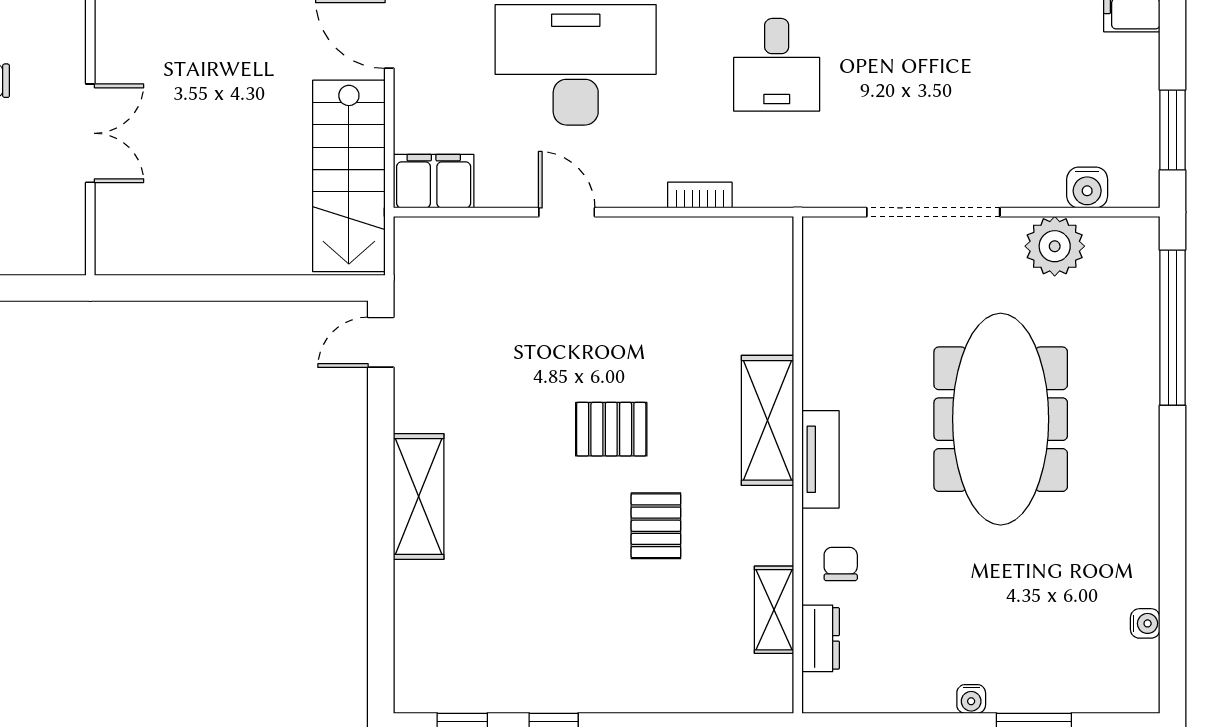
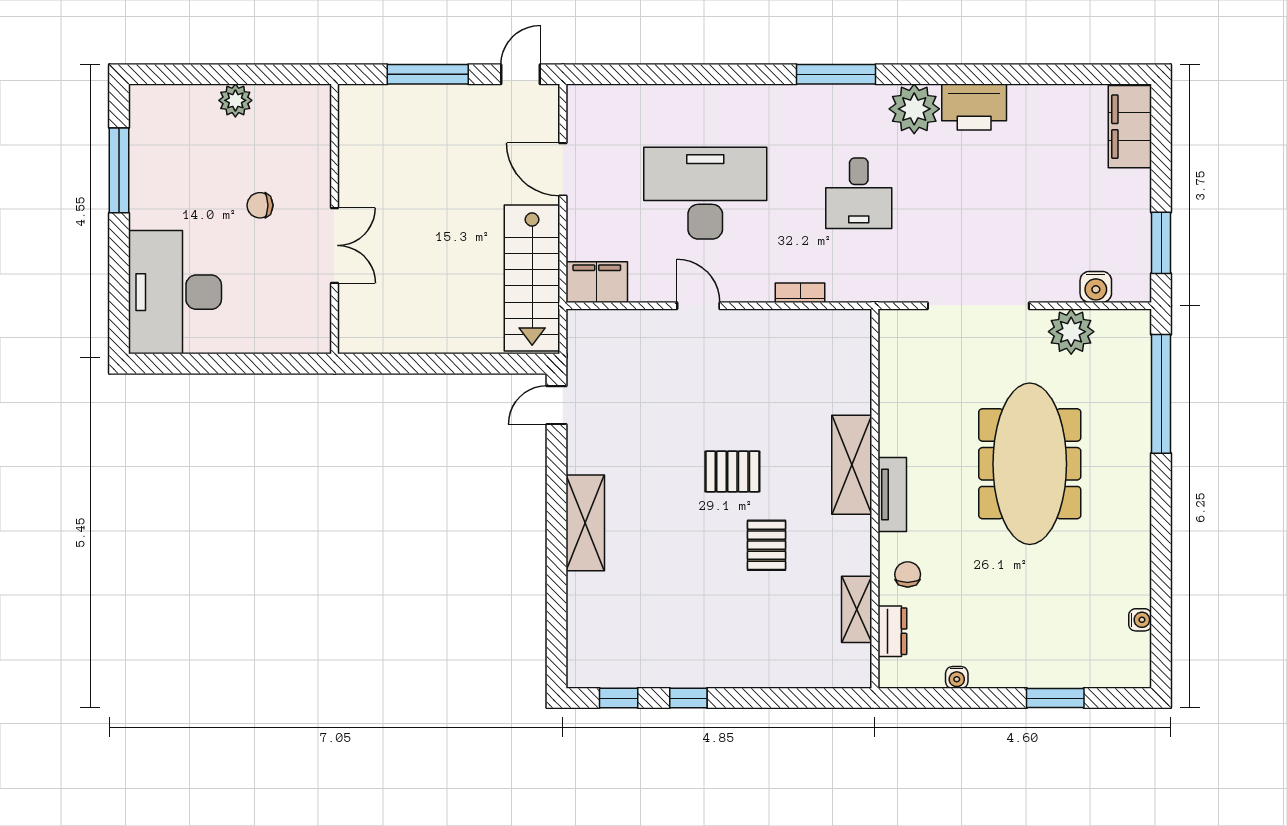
water cooler: (971, 699) -> (957, 677), moved

